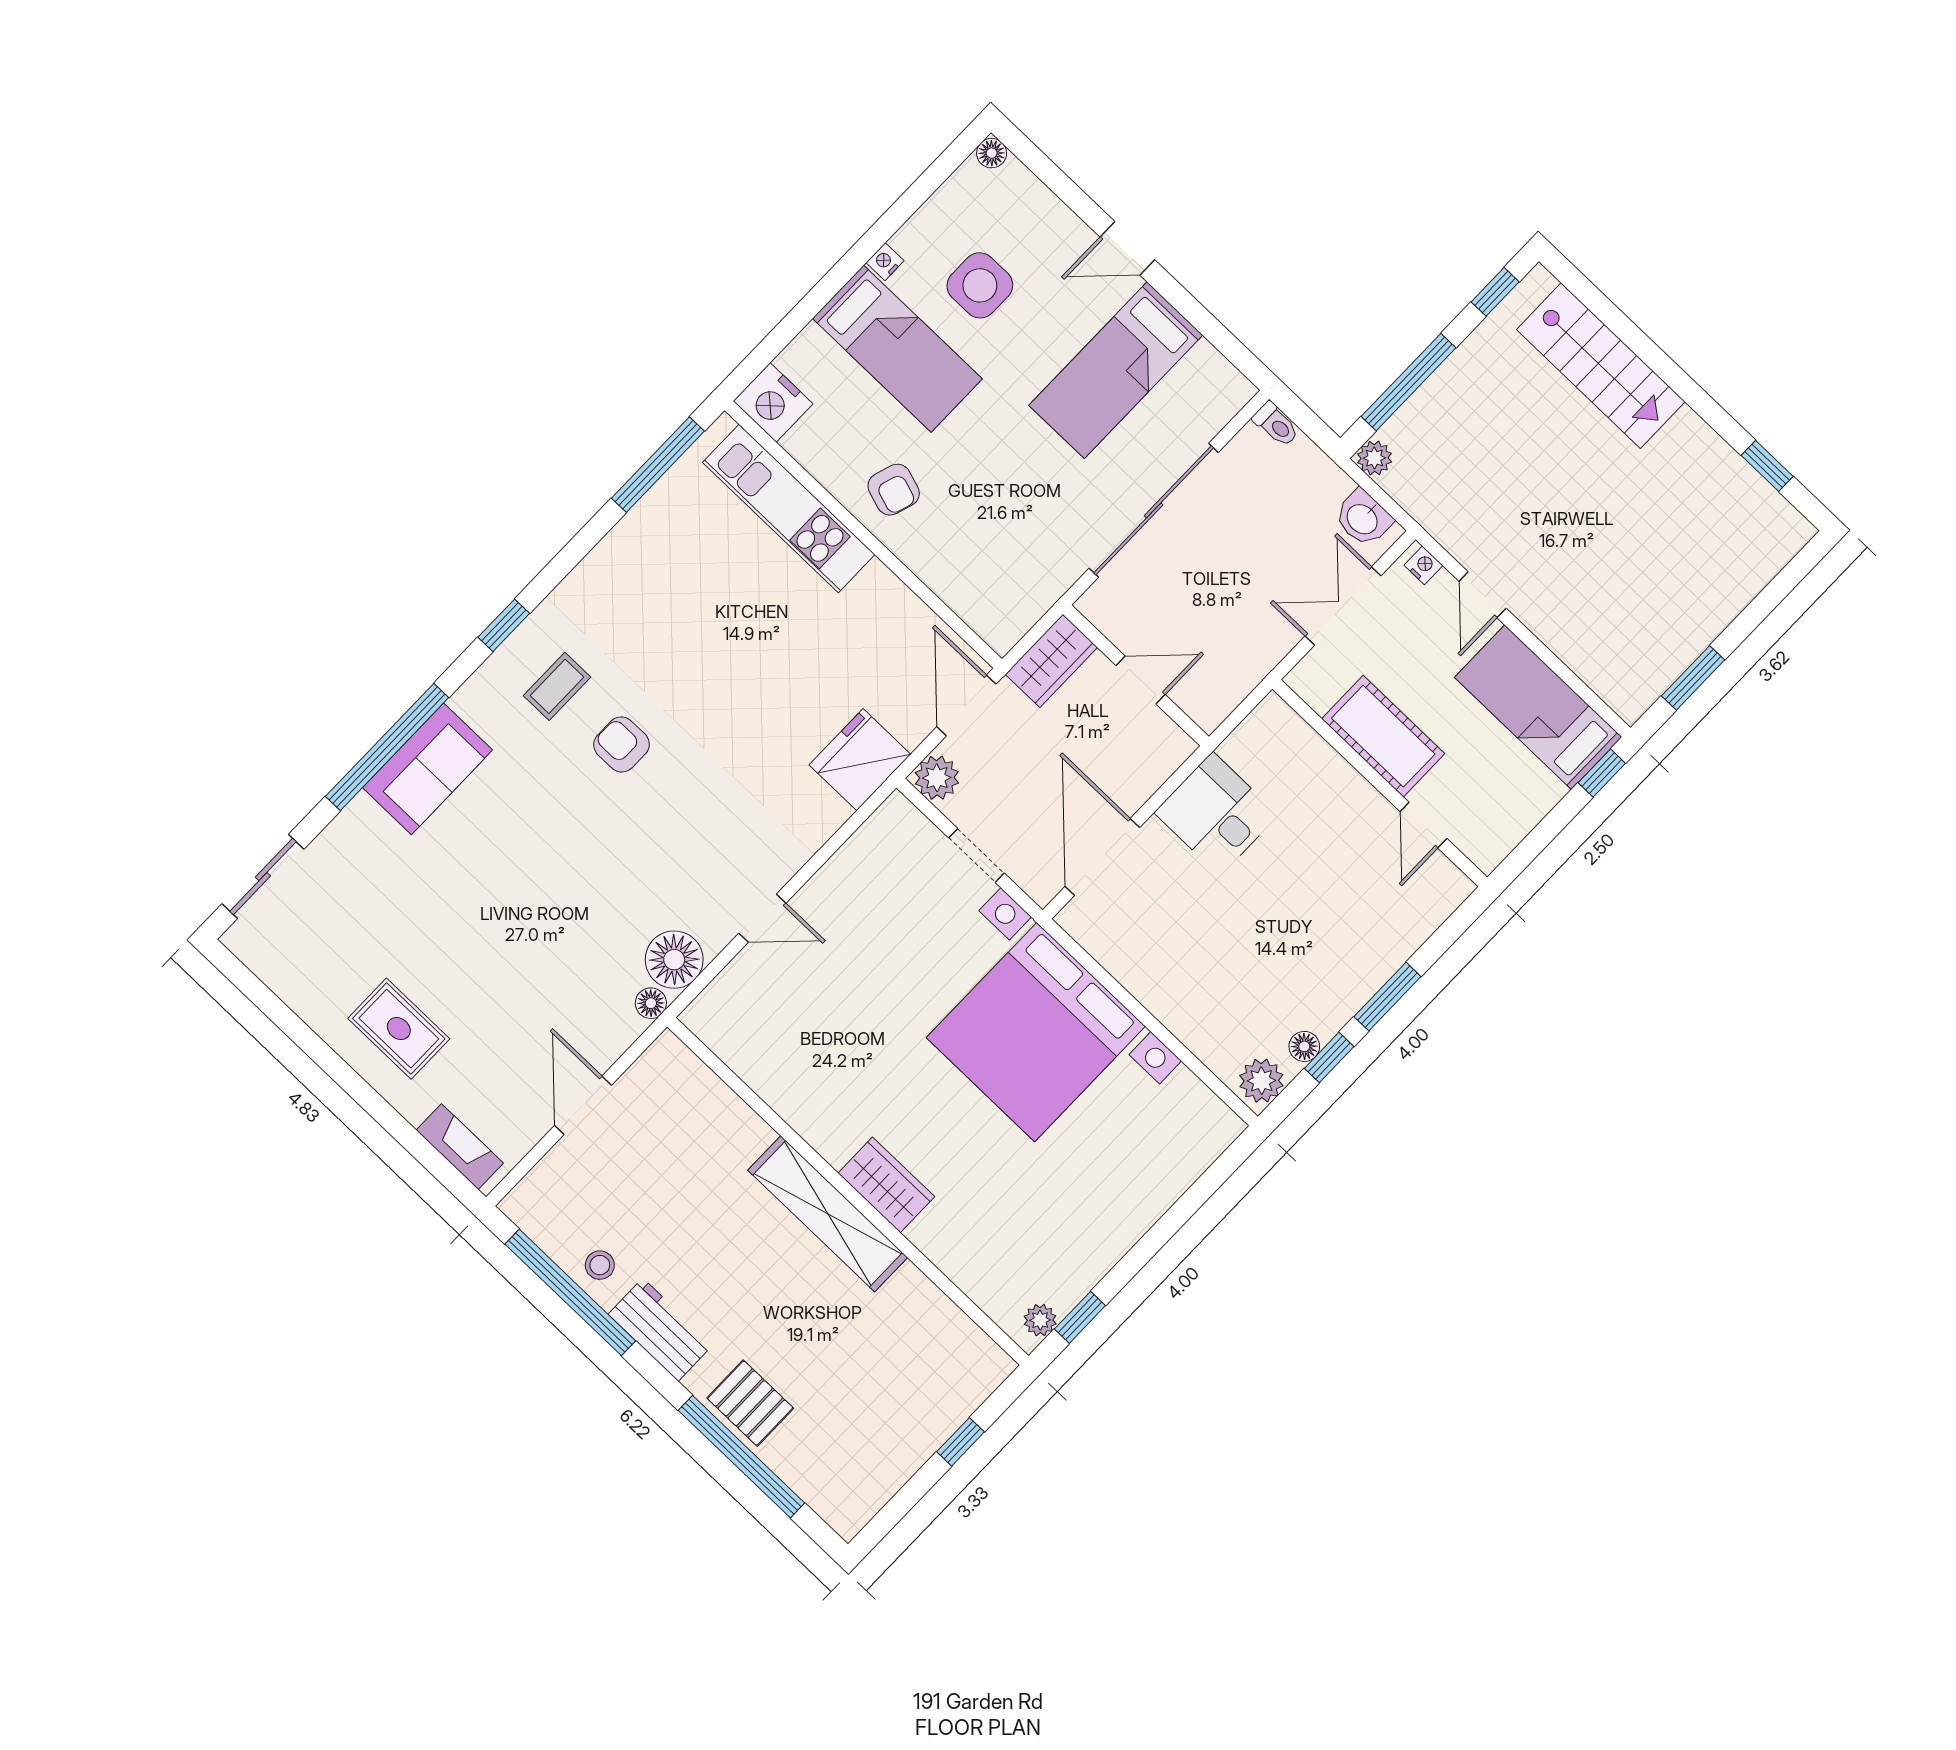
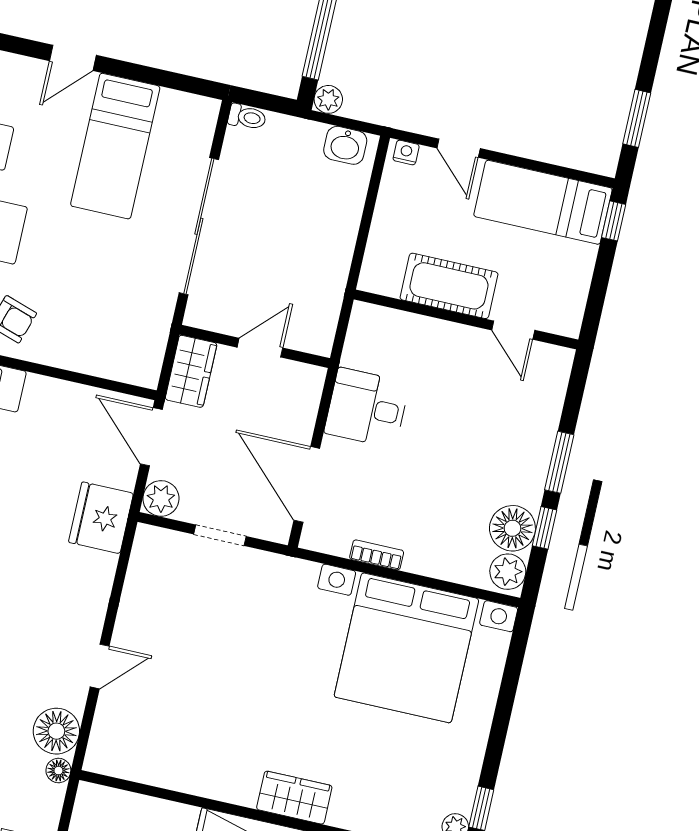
double door: (1343, 606) -> (368, 213), removed
bookcase: (1132, 978) -> (377, 555), added
bed with nightstands: (1036, 1032) -> (406, 648), moved
floor lamp: (1304, 1046) -> (512, 528), width x1.89, depth x1.89

